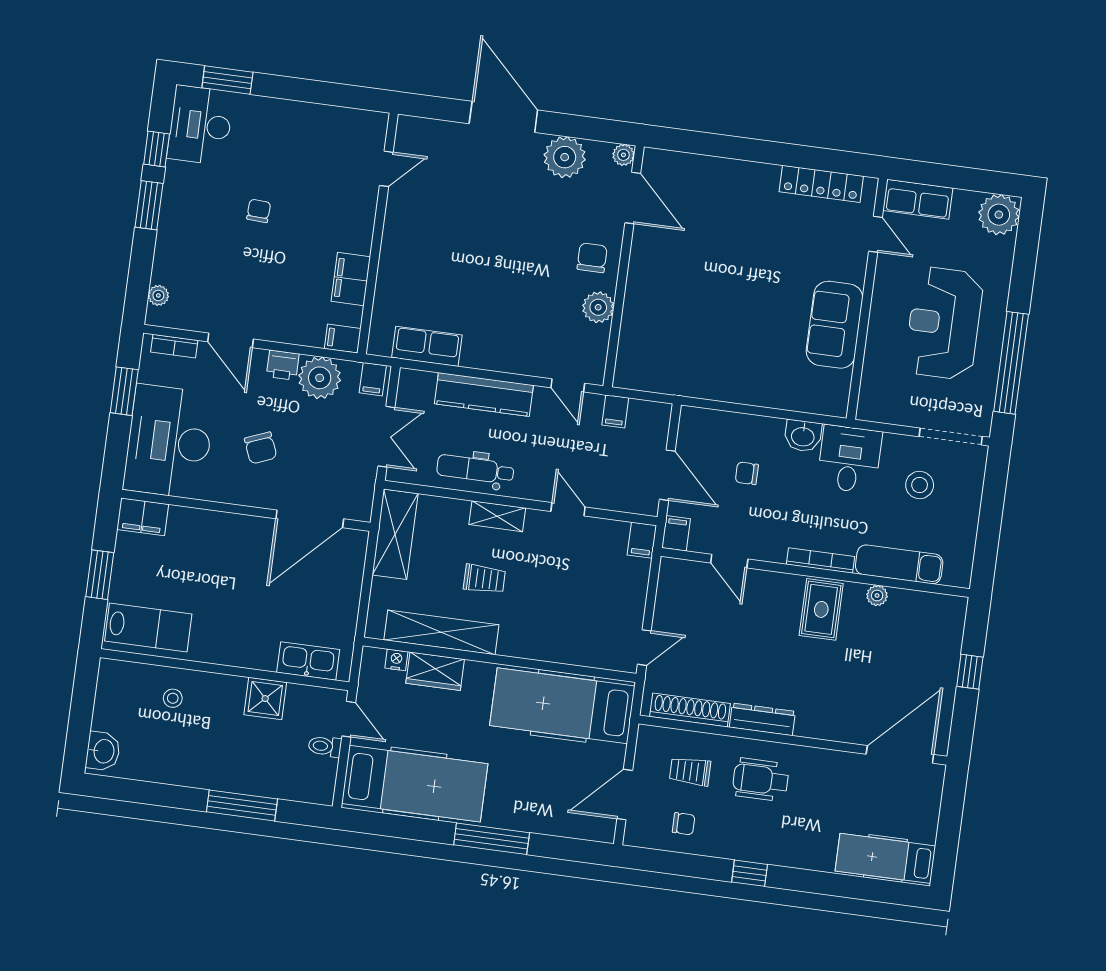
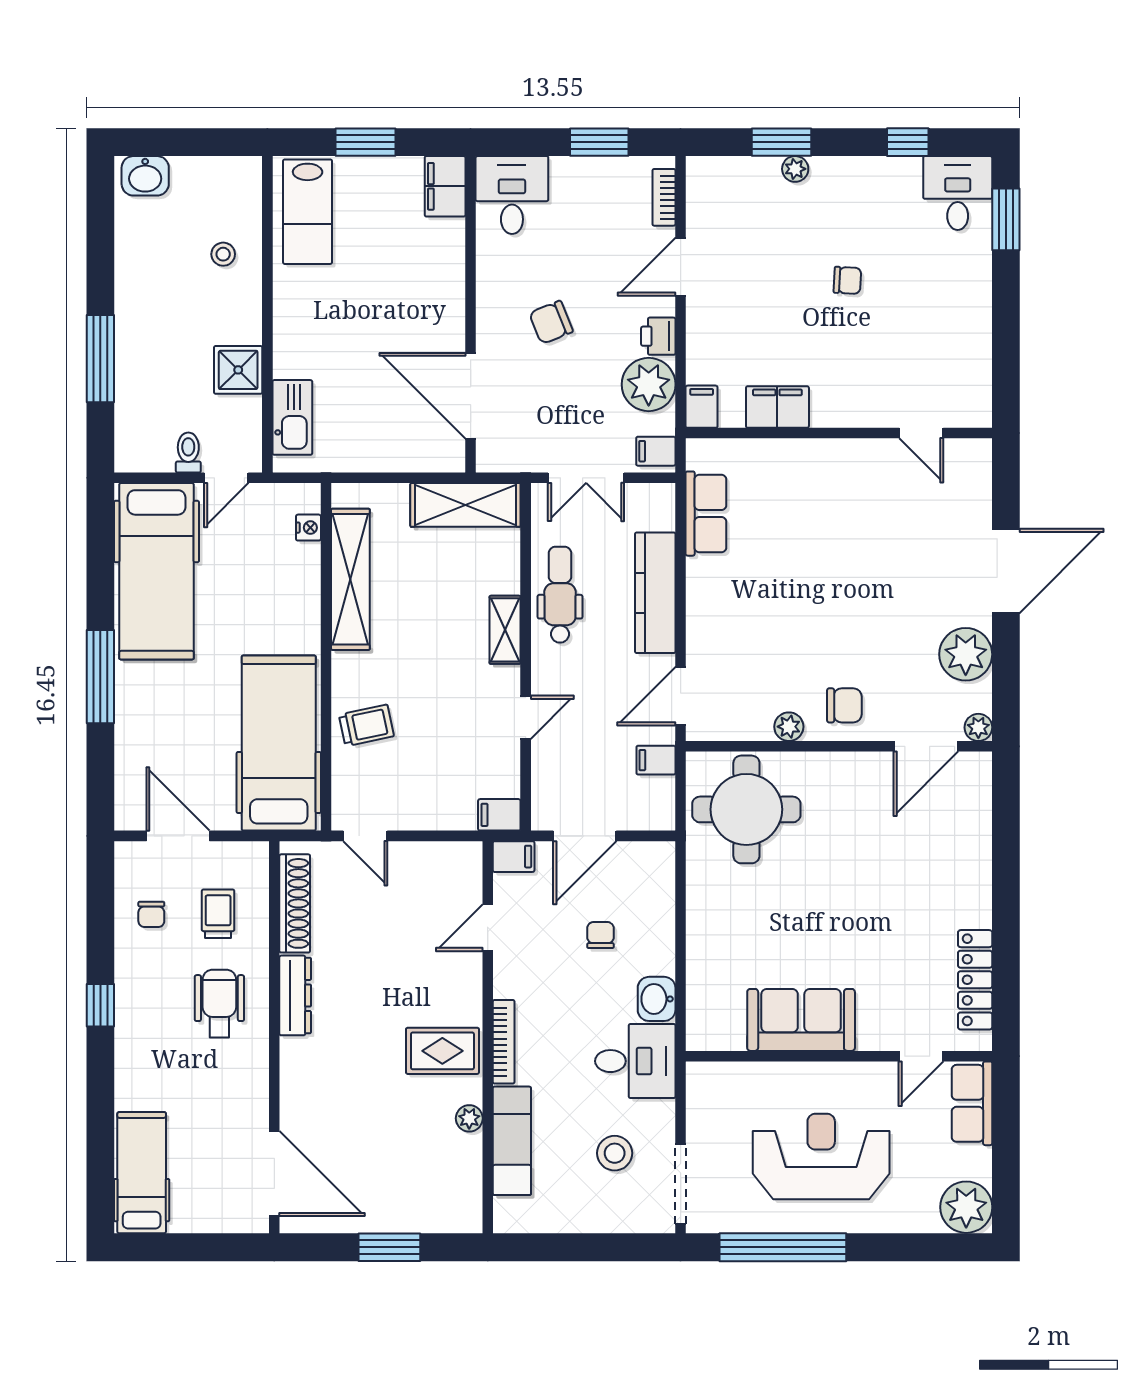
desk: (200, 125) -> (958, 193), width x0.73
window: (149, 205) -> (782, 142), moved
plant: (158, 295) -> (795, 169), moved
plant: (598, 307) -> (789, 727), width x0.73, depth x0.73
round table: (664, 346) -> (746, 809), added
door: (568, 385) -> (681, 696), width x1.38
desk: (169, 442) -> (512, 195), width x0.53, depth x0.77
trolley: (484, 579) -> (366, 725), moved, turned -102
wardrobe: (435, 671) -> (301, 578), removed
window: (970, 672) -> (389, 1247), width x1.50

